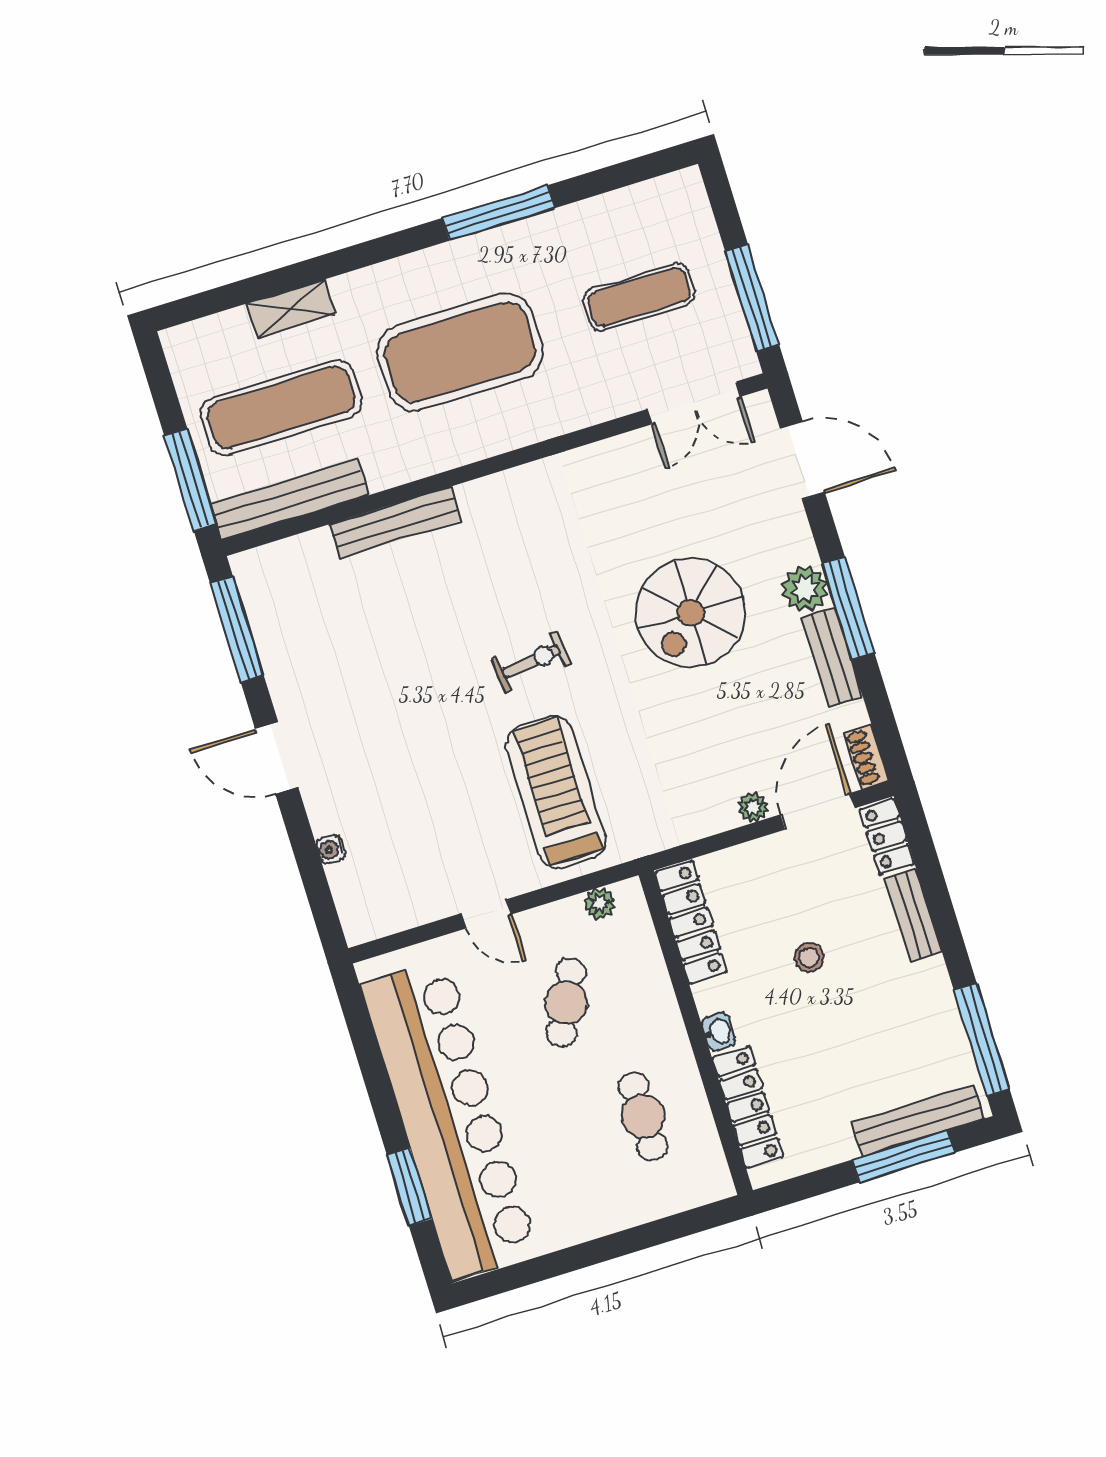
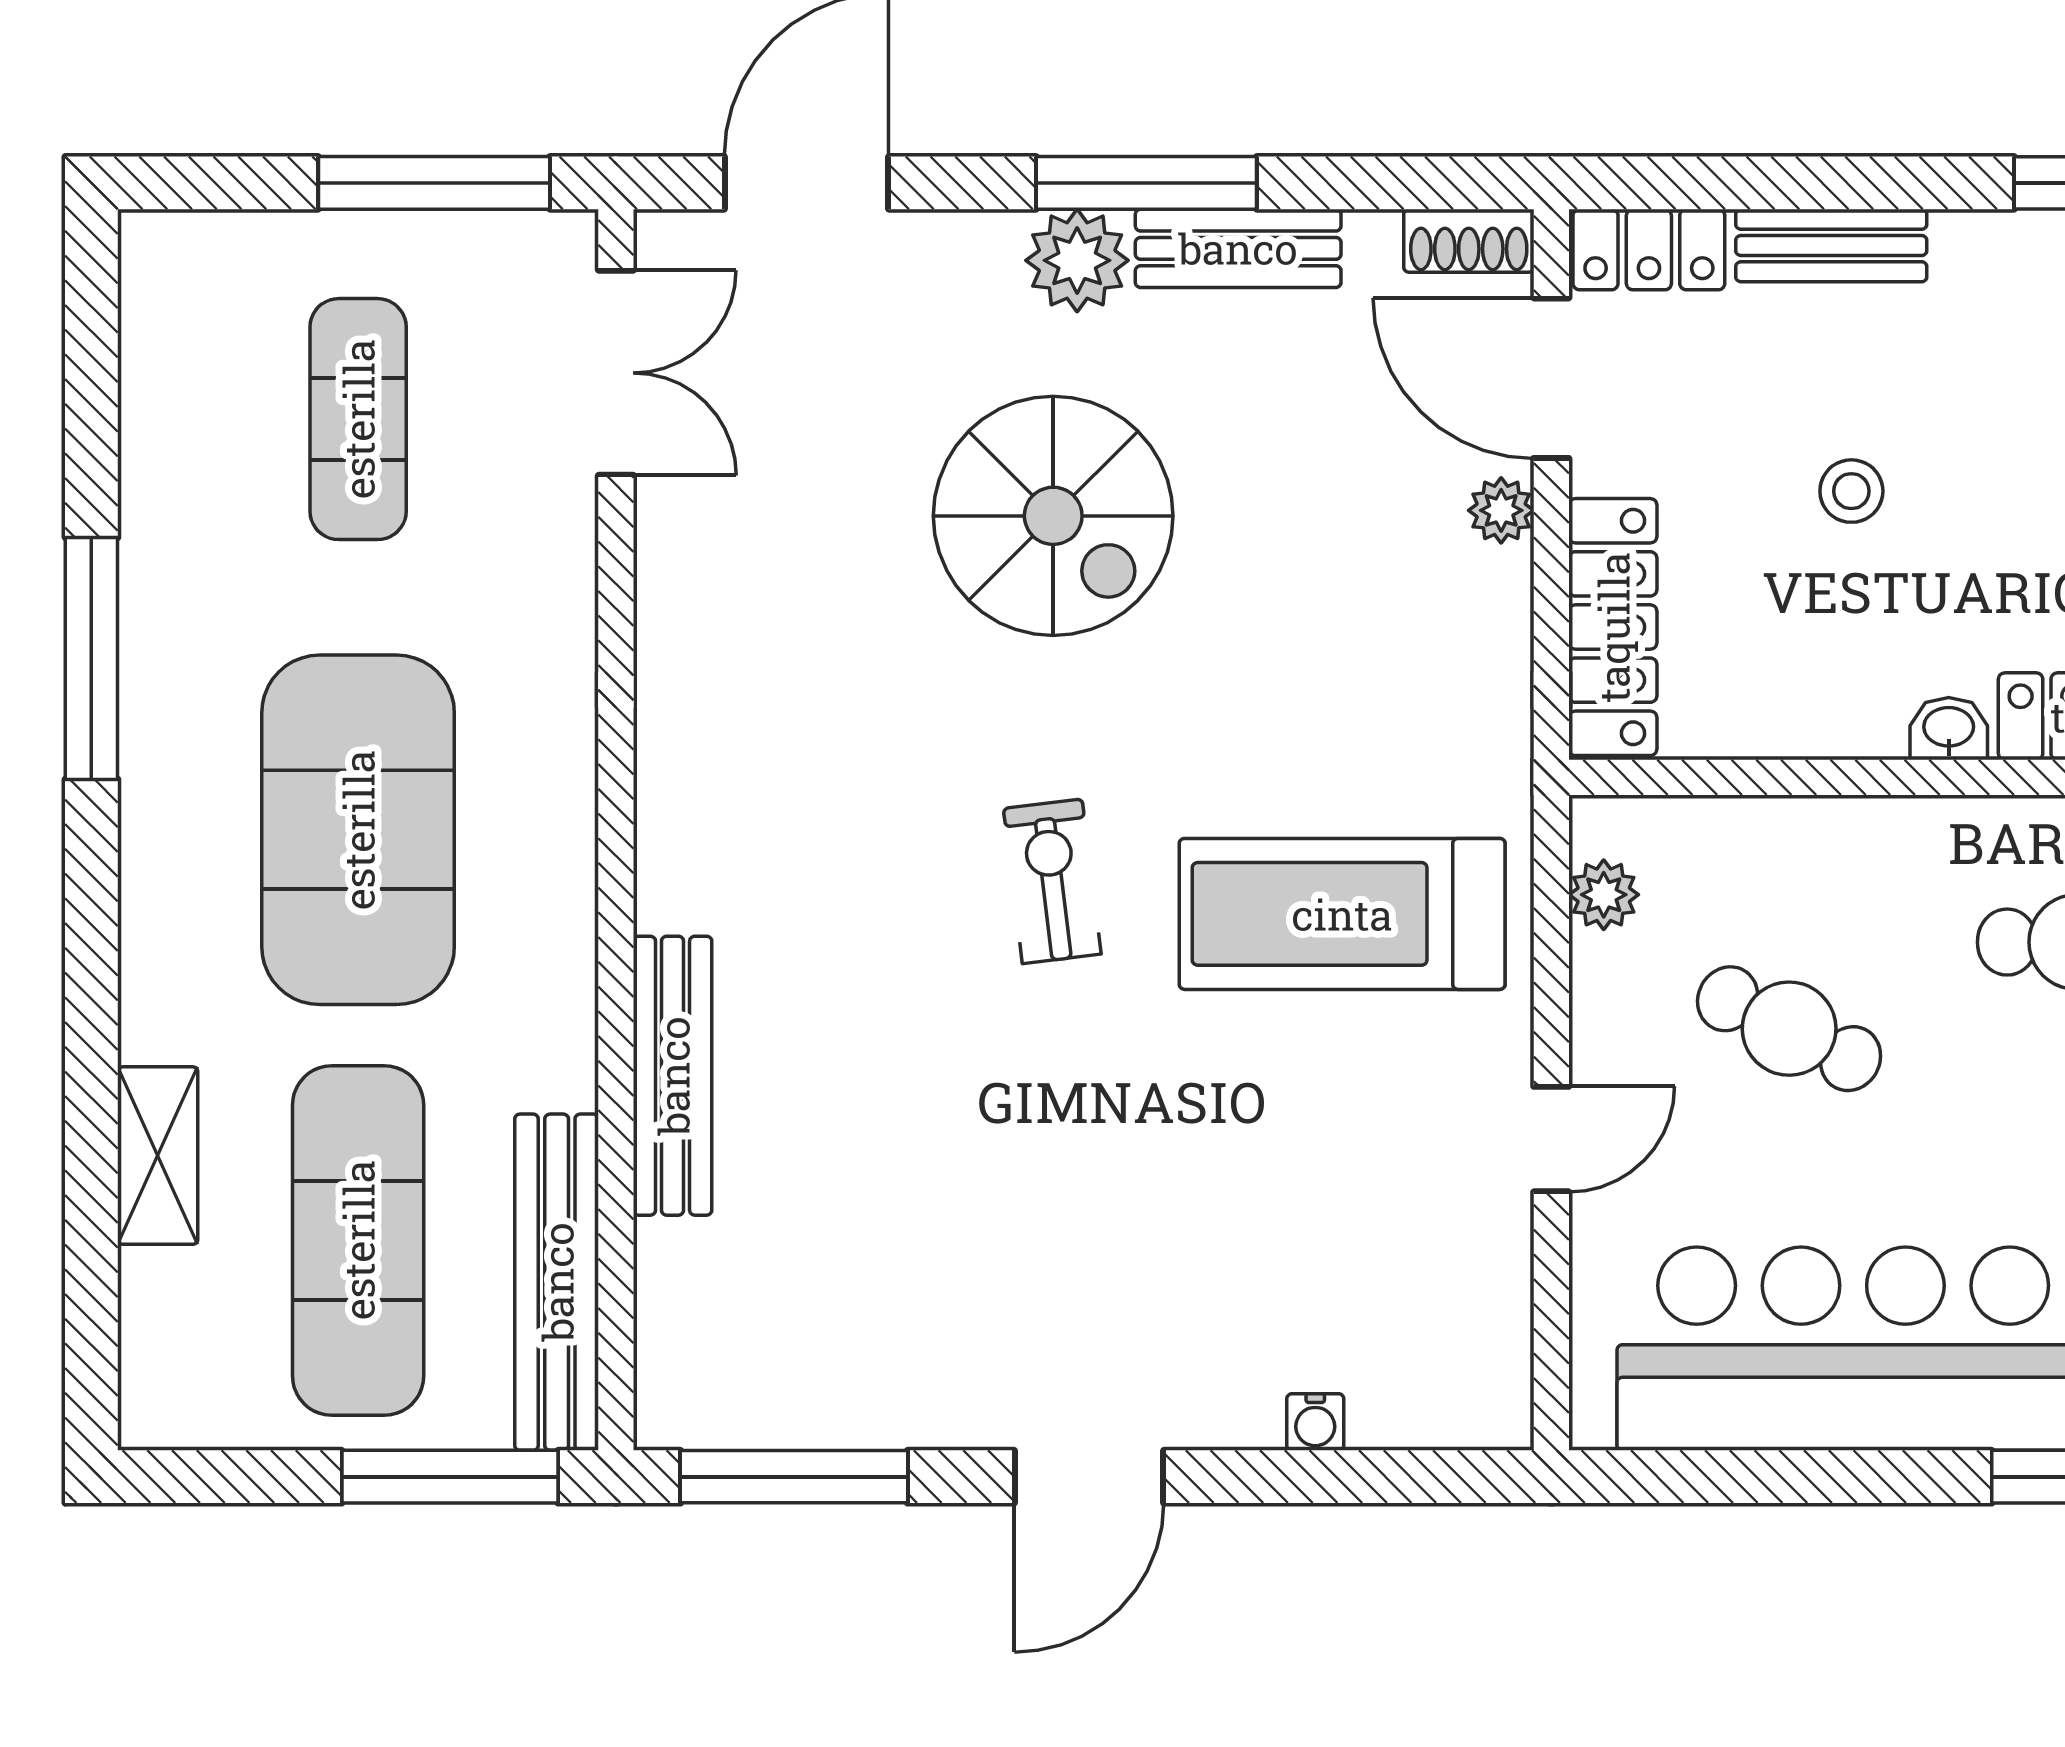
locker: (691, 922) -> (1613, 627), moved, turned 90

